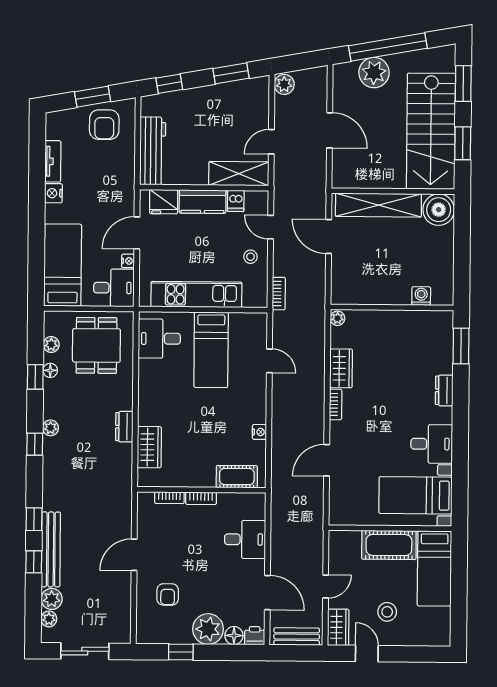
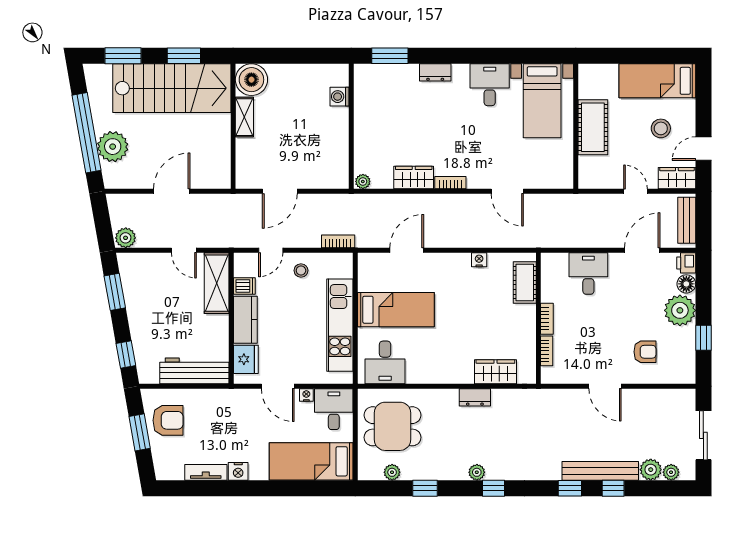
shelving: (378, 205) -> (244, 117), width x0.45, depth x0.75
door: (269, 361) -> (407, 250), width x1.38
floor lamp: (50, 370) -> (418, 473), removed
bed: (434, 568) -> (657, 81), moved, turned 180

